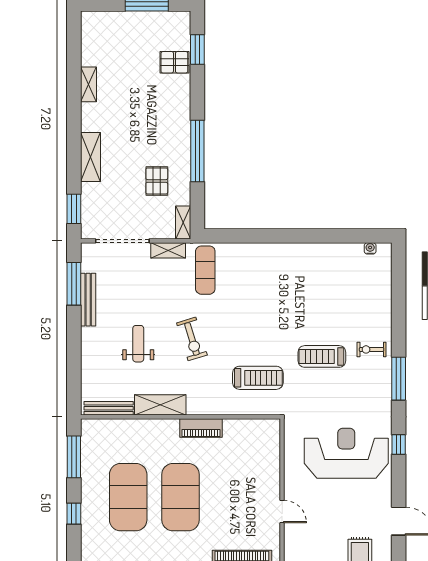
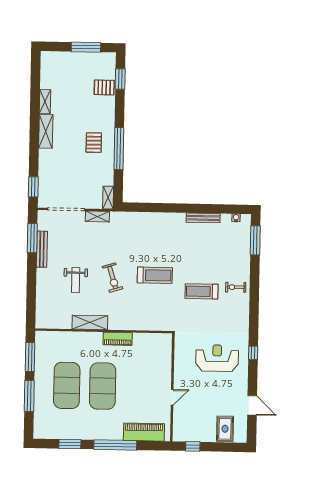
shelving: (91, 157) -> (46, 131), moved
pallet: (157, 181) -> (94, 143), moved
exercise mat: (205, 270) -> (123, 231), removed
weight bench: (138, 344) -> (76, 280), turned 180
treadmill: (258, 378) -> (155, 275), moved
window: (399, 379) -> (255, 240), moved
bench: (109, 408) -> (203, 218), moved
reception desk: (346, 453) -> (217, 358), width x0.74, depth x0.77
door: (282, 512) -> (172, 397), hinge flipped
window: (74, 514) -> (29, 396), width x2.17

